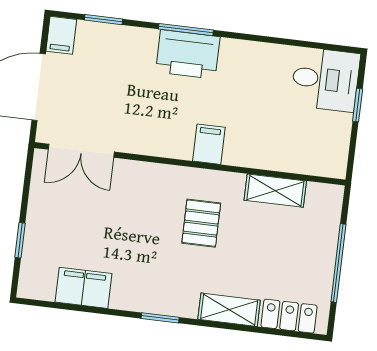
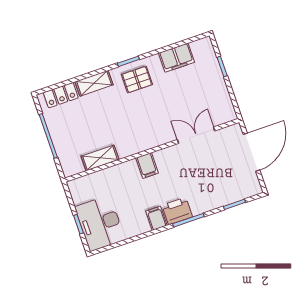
filing cabinet: (61, 35) -> (156, 218), moved
printer: (188, 54) -> (177, 211), width x0.73, depth x0.84
desk: (325, 79) -> (100, 223), width x1.37
double door: (81, 151) -> (196, 135), moved
pallet: (201, 223) -> (137, 80), moved, turned 90

